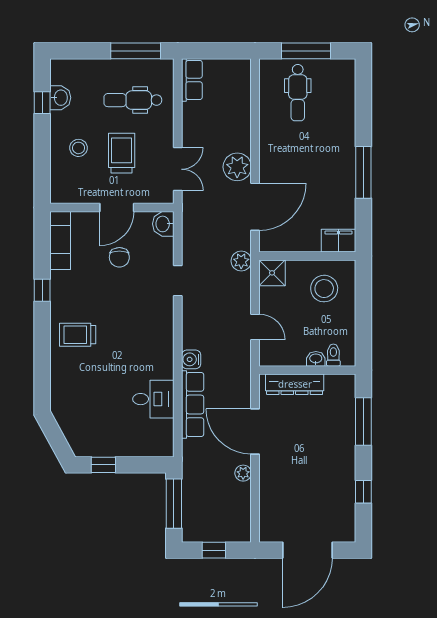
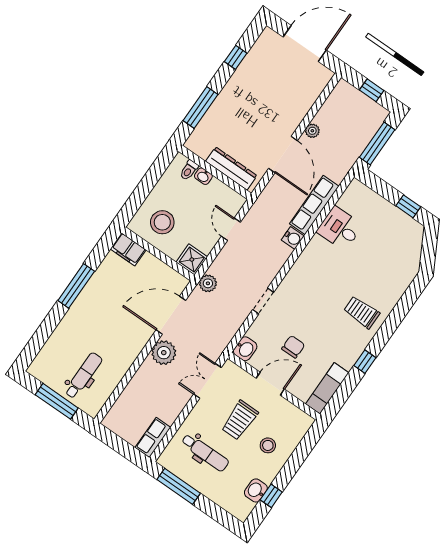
trolley: (78, 335) -> (362, 312), turned 180

